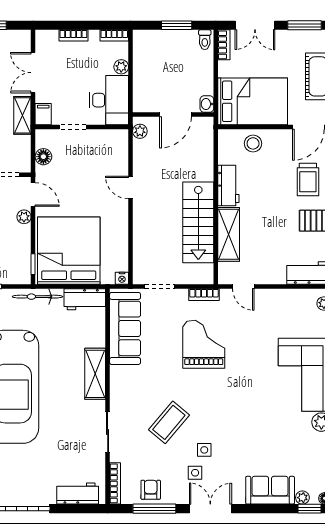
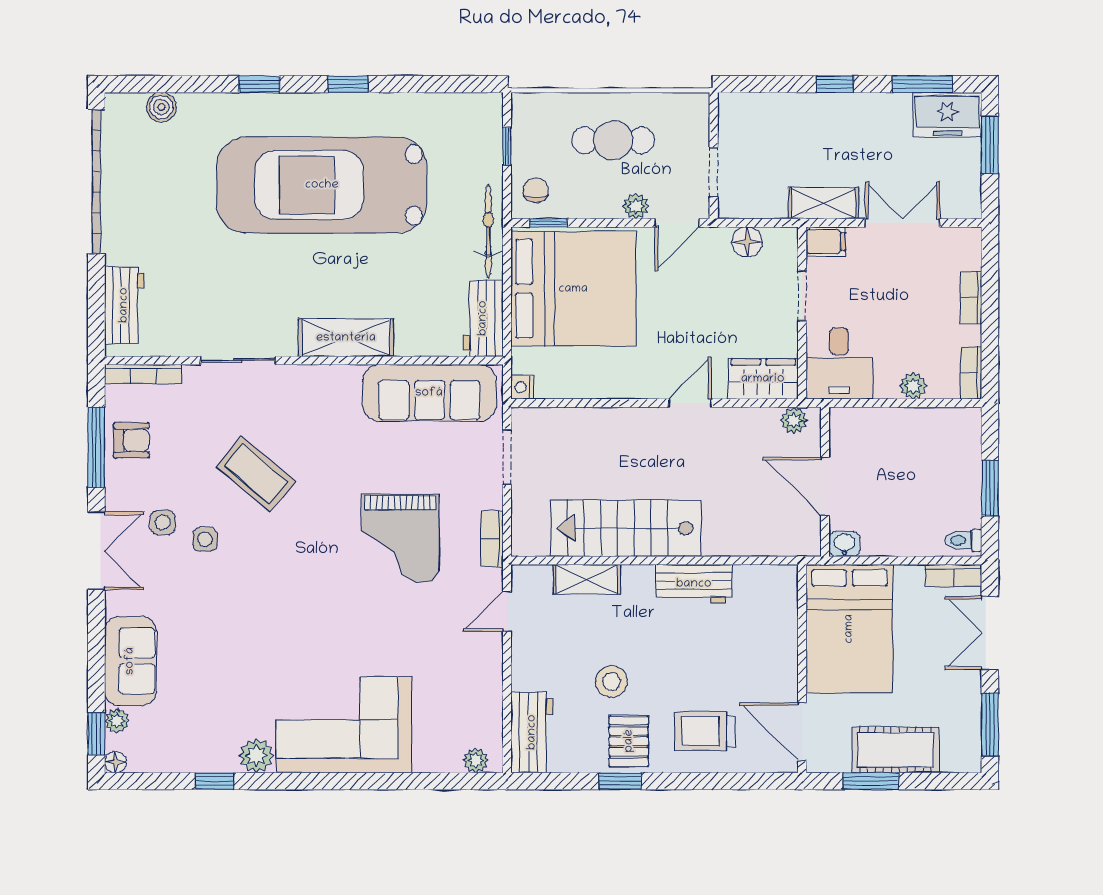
desk: (109, 100) -> (839, 363), width x0.73
stool: (253, 143) -> (611, 682), moved
wardrobe: (118, 148) -> (763, 379), added
shelving: (229, 234) -> (587, 579), width x0.67, depth x0.75
chair: (15, 271) -> (536, 190), added
grand piano: (204, 344) -> (400, 539), turned 90

